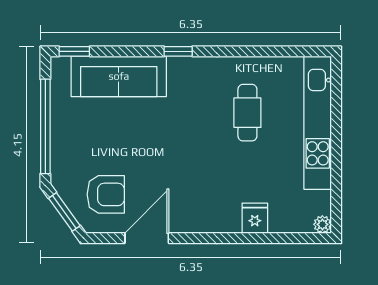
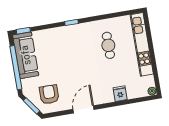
sofa: (119, 76) -> (26, 55), moved, turned -90
armchair: (106, 194) -> (49, 94), turned -90
door: (147, 238) -> (84, 109), moved

